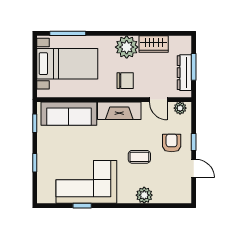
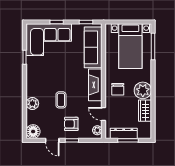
door: (158, 100) -> (104, 114), hinge flipped
armchair: (172, 143) -> (71, 124), turned 180
door: (194, 168) -> (52, 140), hinge flipped
corner sofa: (86, 182) -> (49, 40), moved, turned 90
floor lamp: (182, 194) -> (33, 132), added

